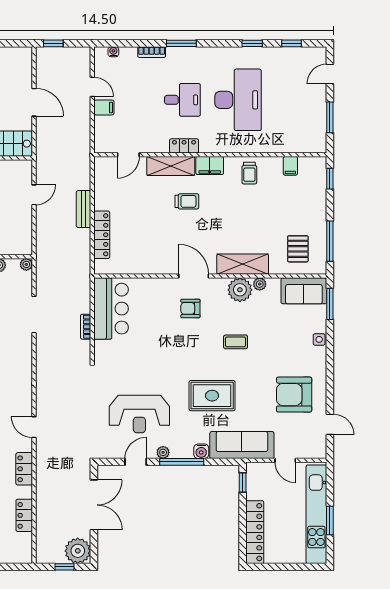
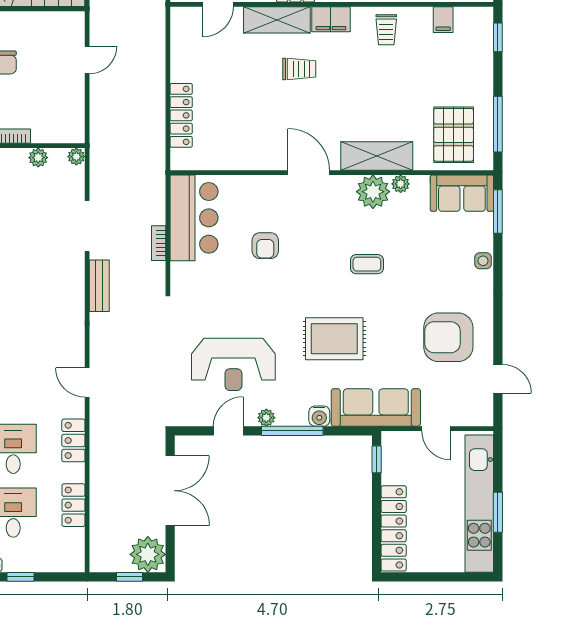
bench: (84, 209) -> (99, 286), moved
pallet: (298, 249) -> (454, 135), width x1.50, depth x1.42
armchair: (190, 308) -> (265, 246), moved, turned -90

